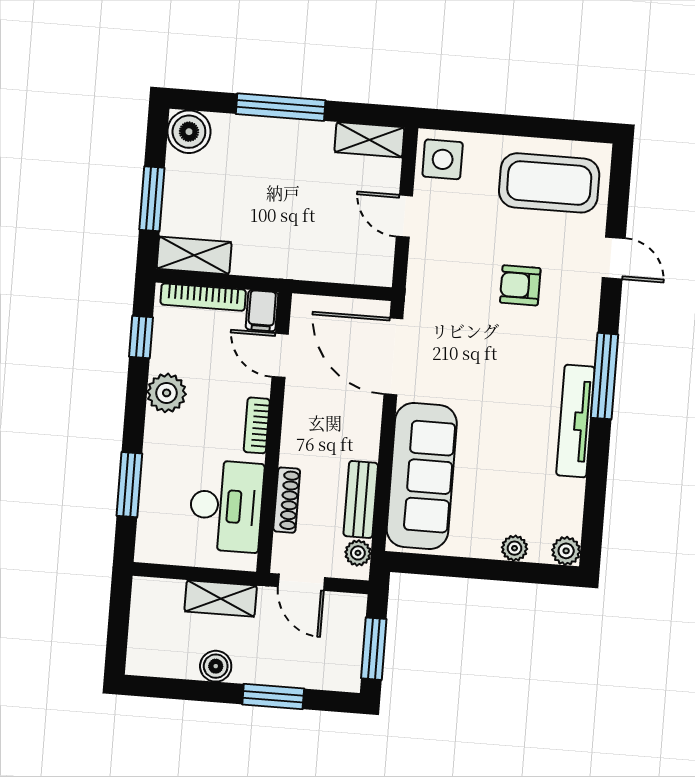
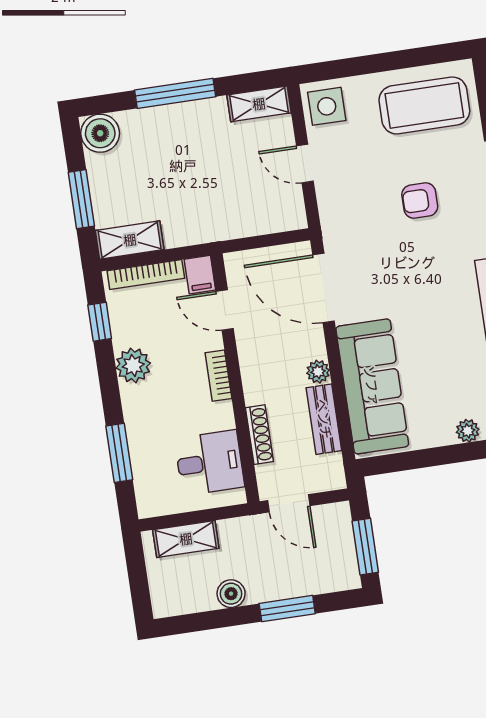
desk: (226, 506) -> (210, 463), width x0.73
plant: (358, 553) -> (318, 372), moved
shelving: (221, 599) -> (186, 539), moved

